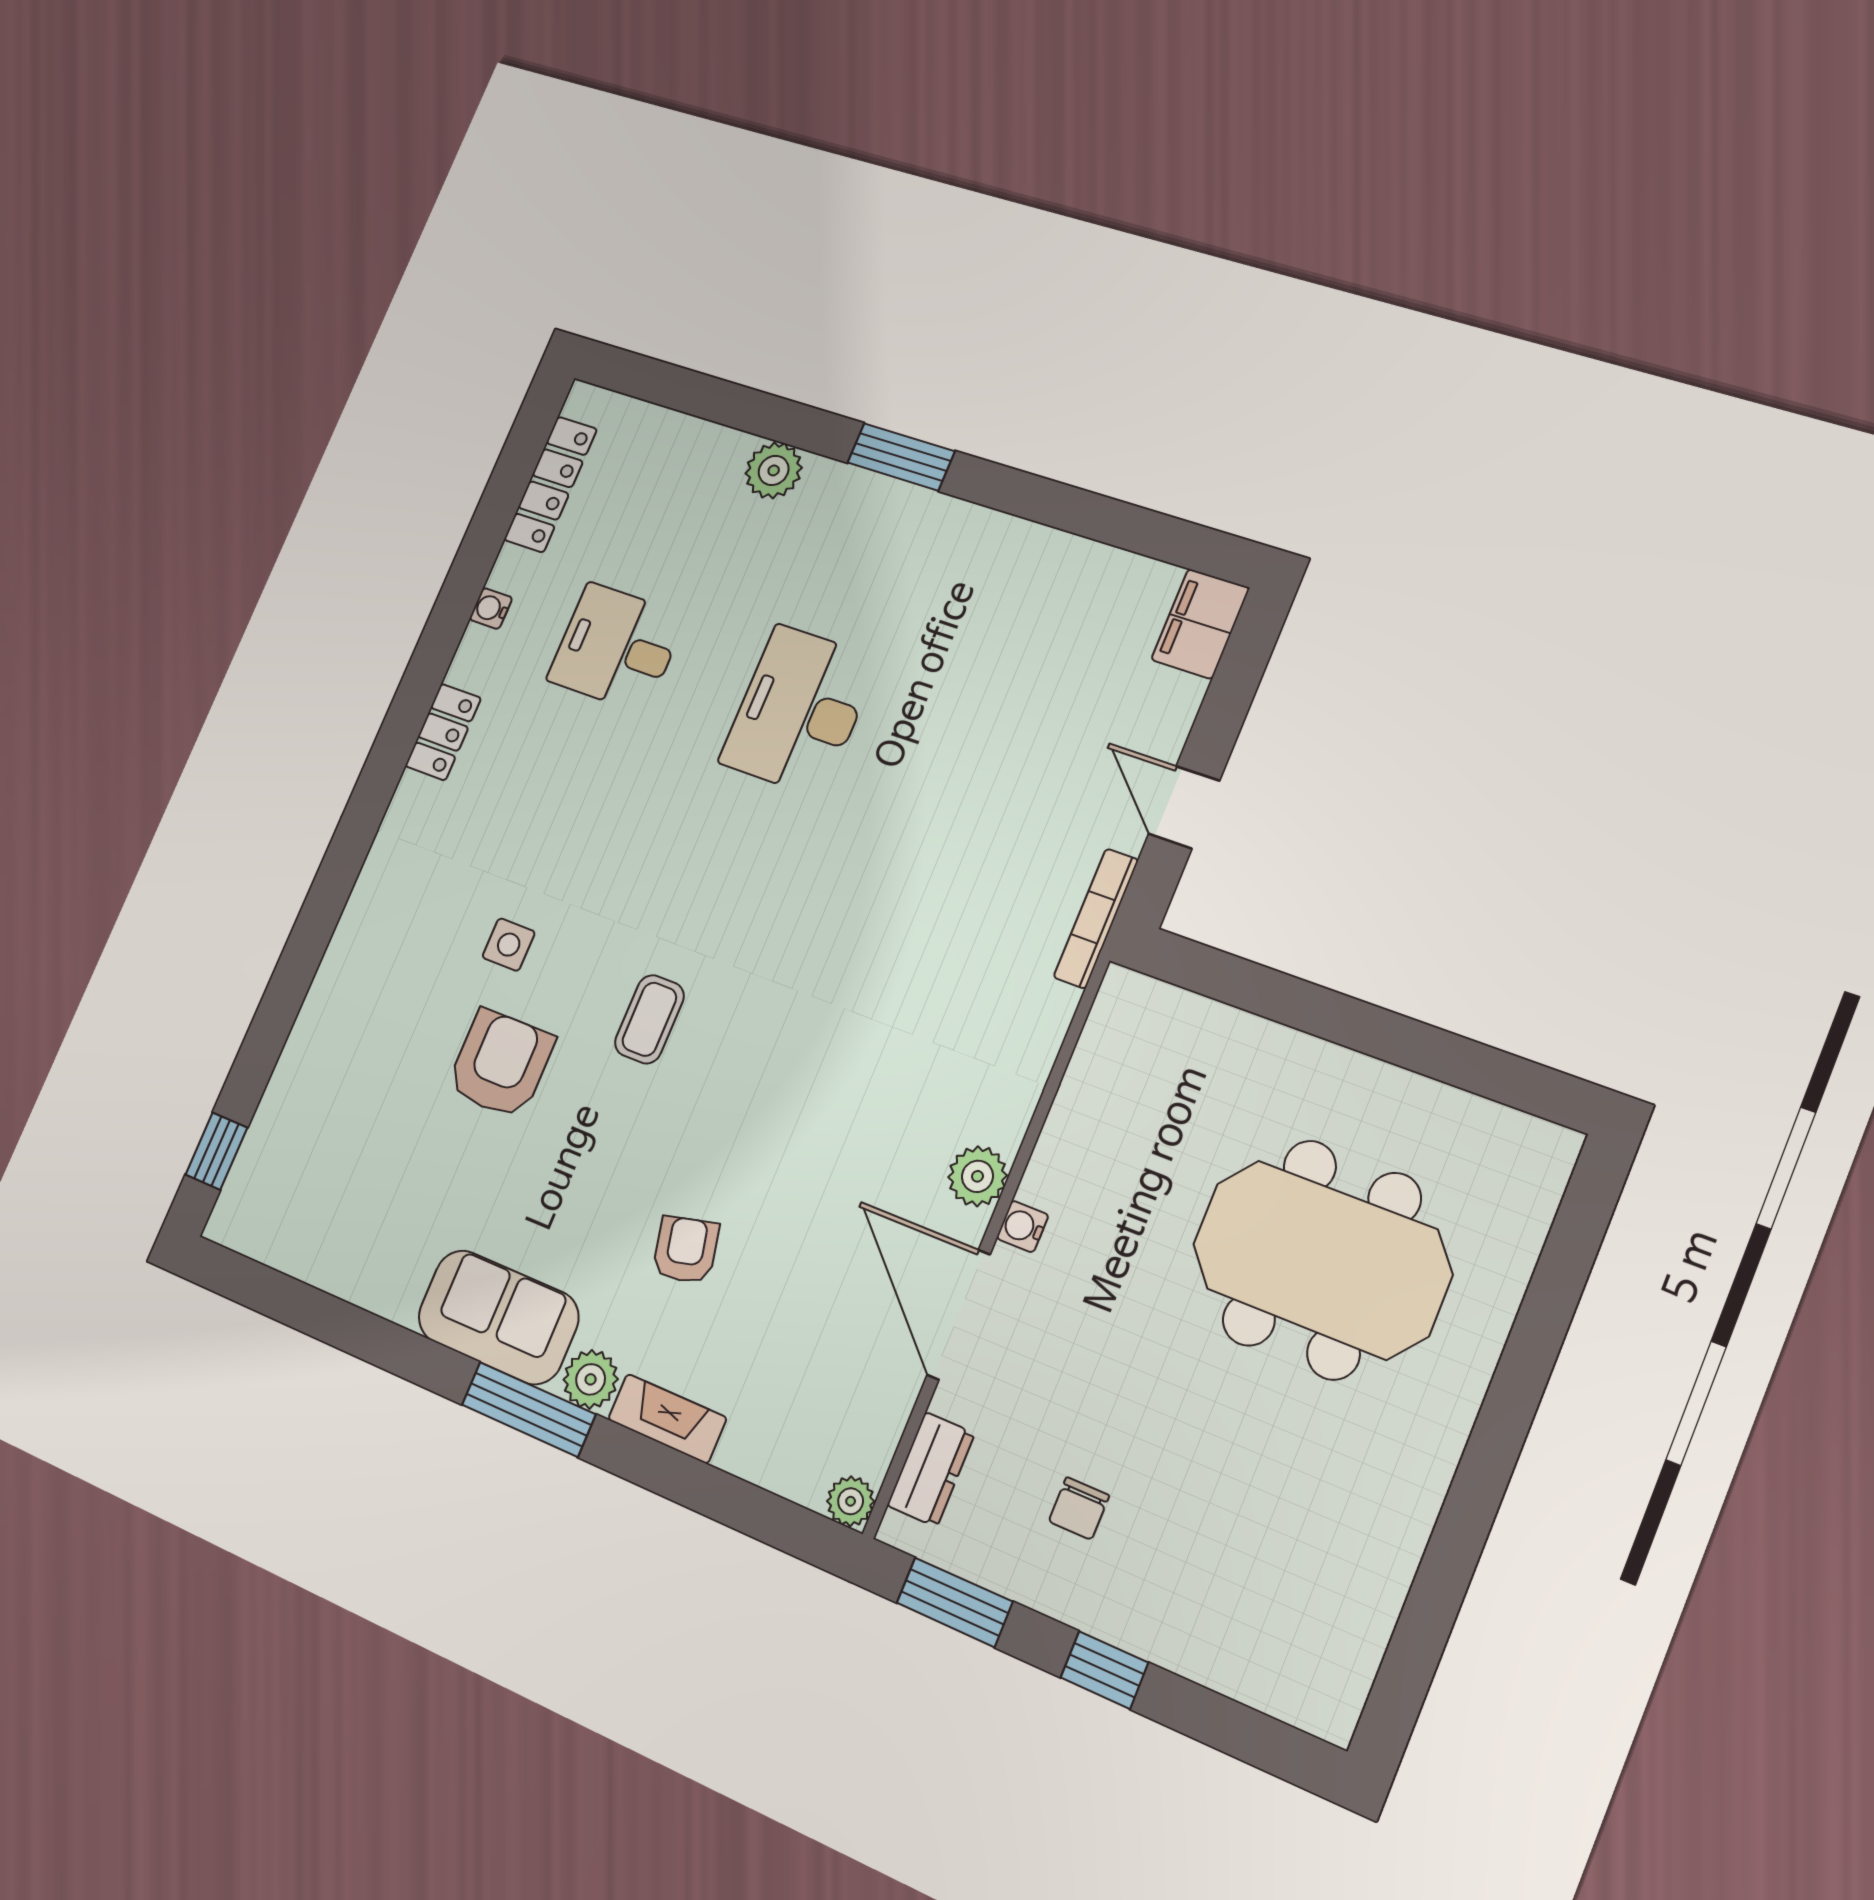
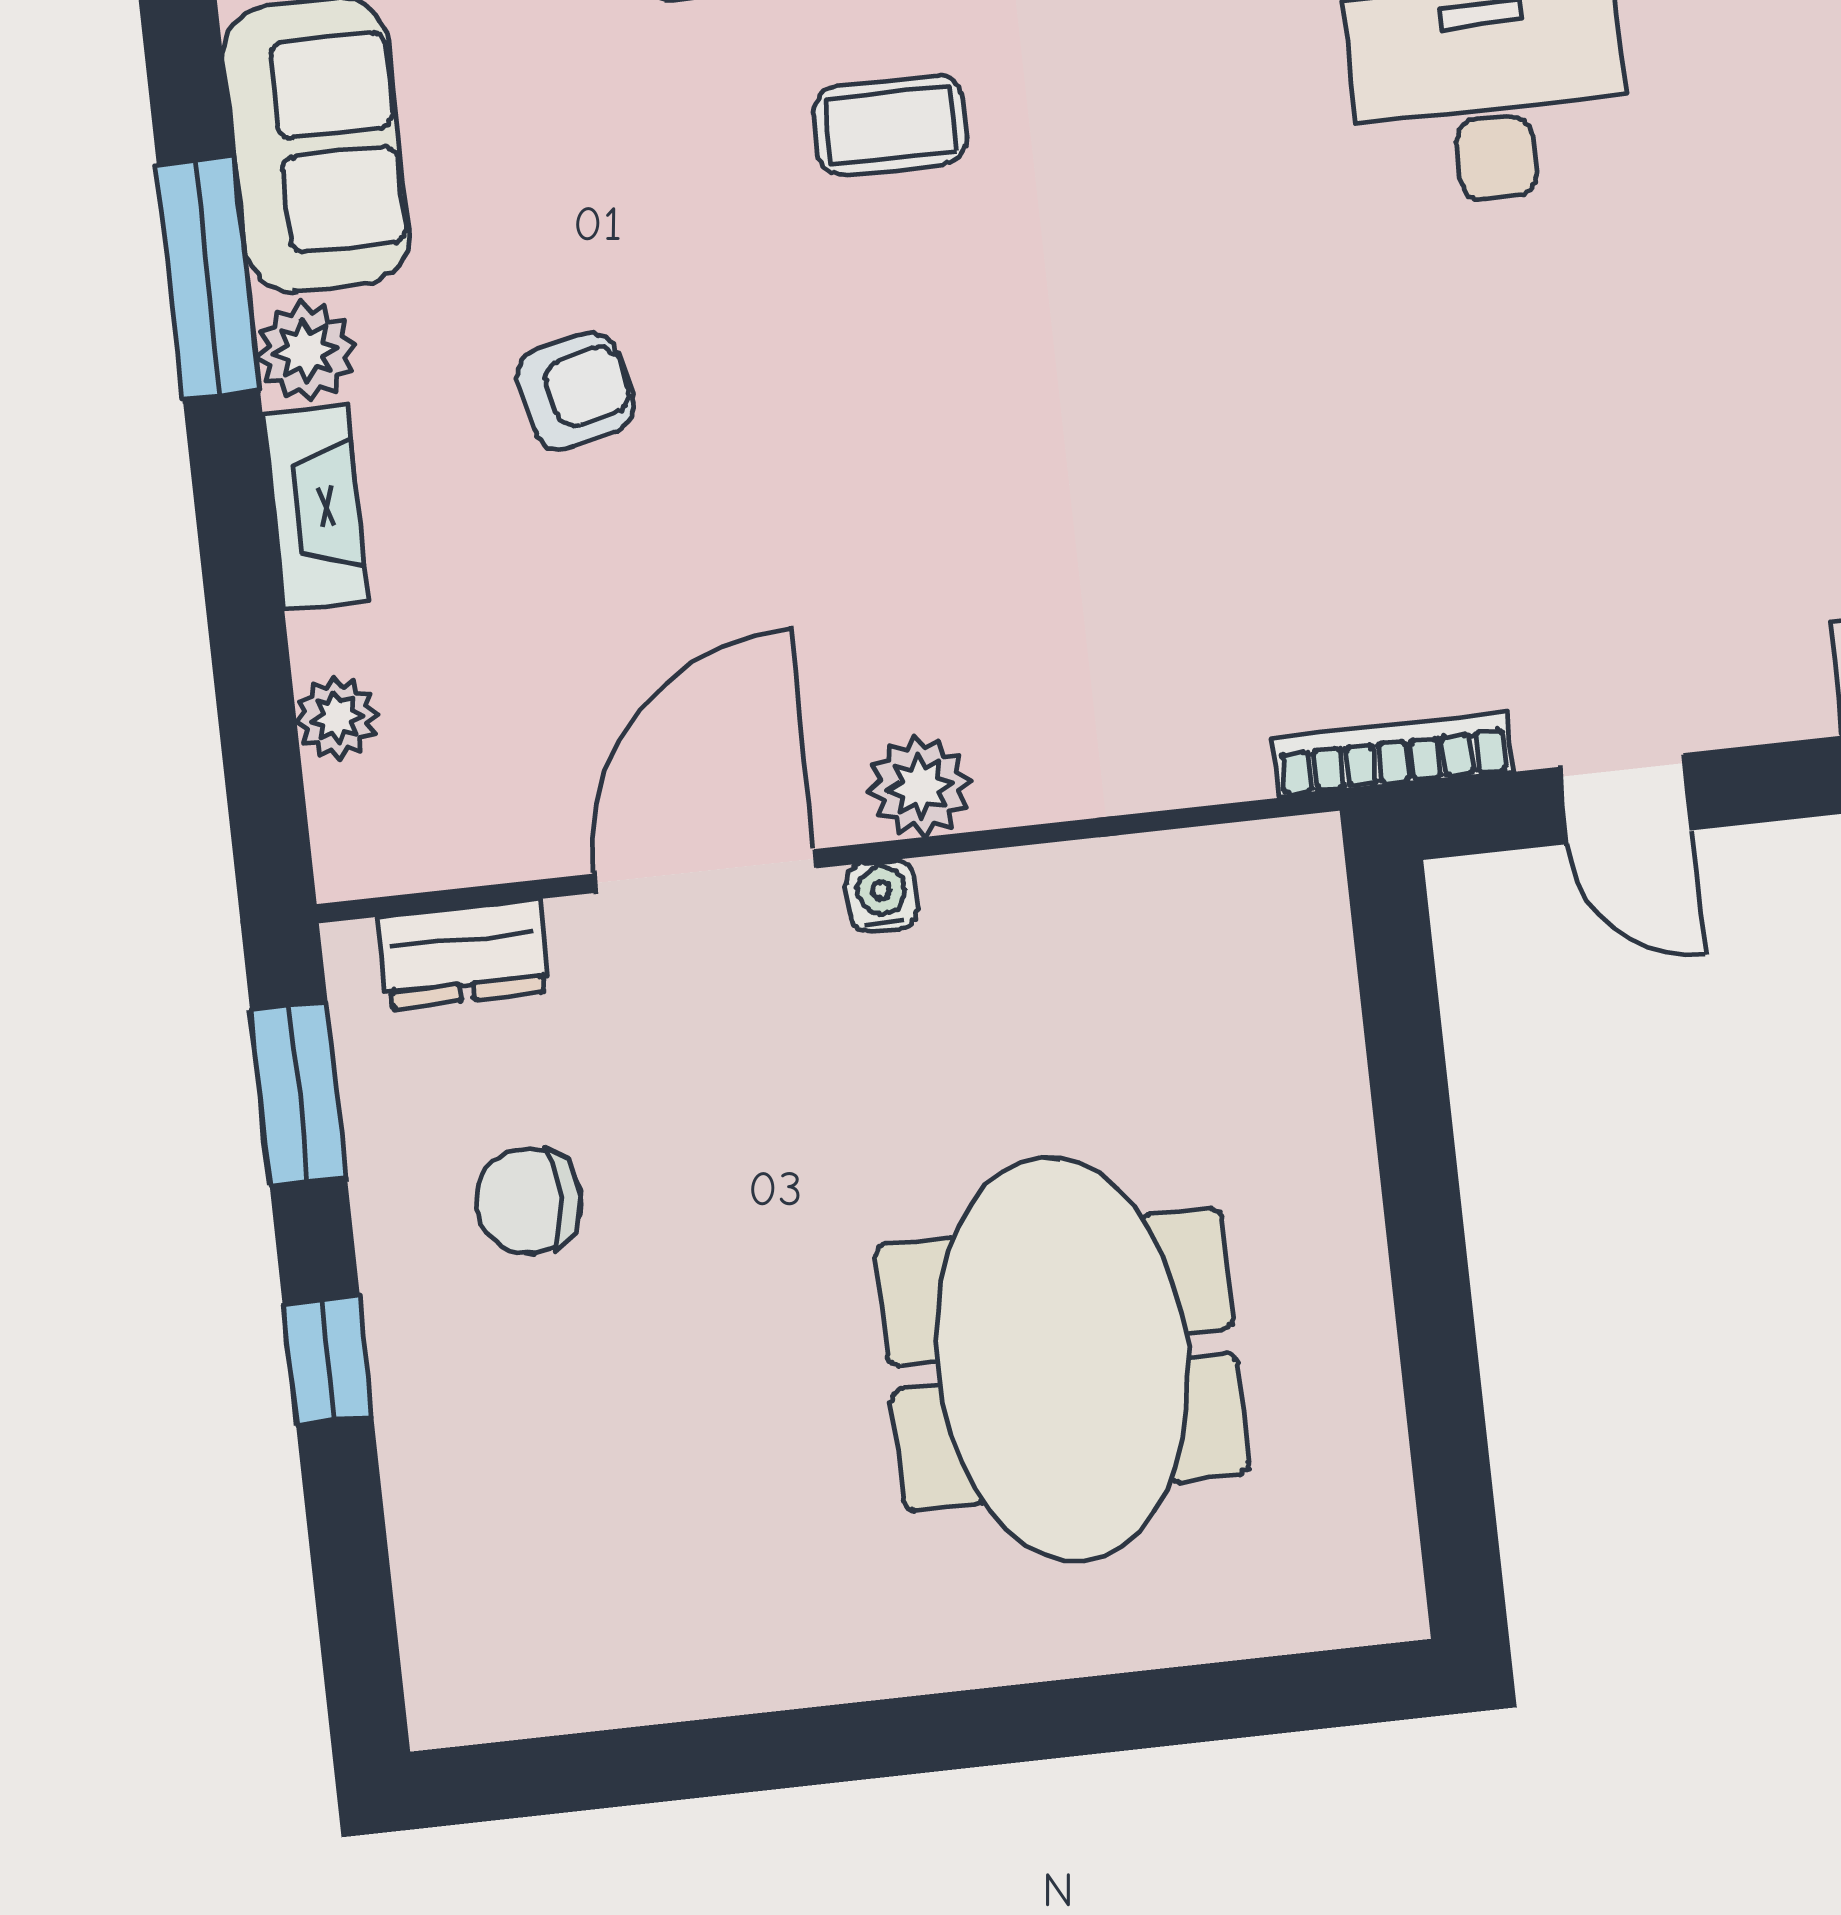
door: (1184, 807) -> (1625, 799), swing flipped
plant: (851, 1501) -> (337, 718), moved
chair: (1079, 1508) -> (528, 1201), width x1.37, depth x1.37

